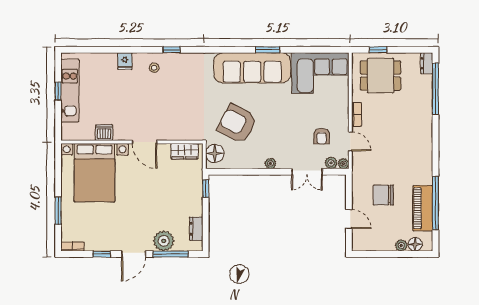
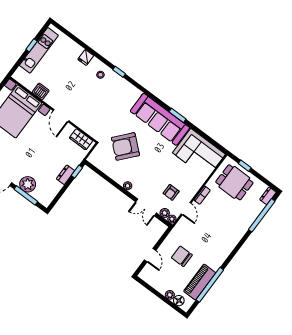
armchair: (237, 124) -> (125, 146), turned -77
floor lamp: (215, 153) -> (98, 154), removed
dresser: (196, 229) -> (66, 175), moved

